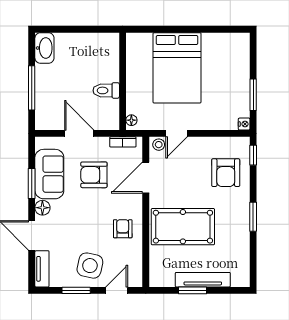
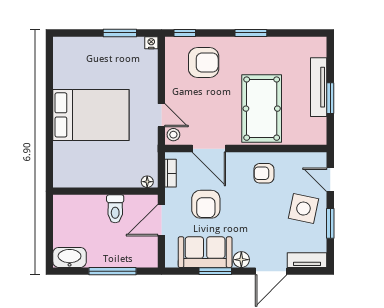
wall: (123, 81) -> (105, 191), moved
toilet: (106, 90) -> (115, 209), moved
floor lamp: (131, 120) -> (147, 182), moved

